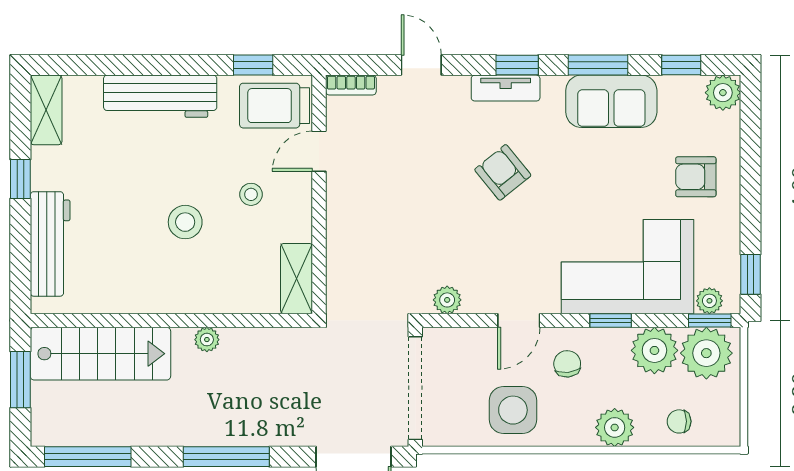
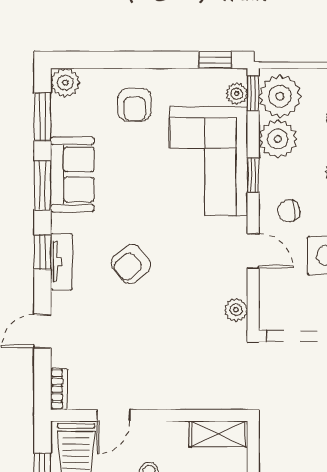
window: (681, 65) -> (42, 117), width x1.50
door: (319, 151) -> (113, 415), hinge flipped

